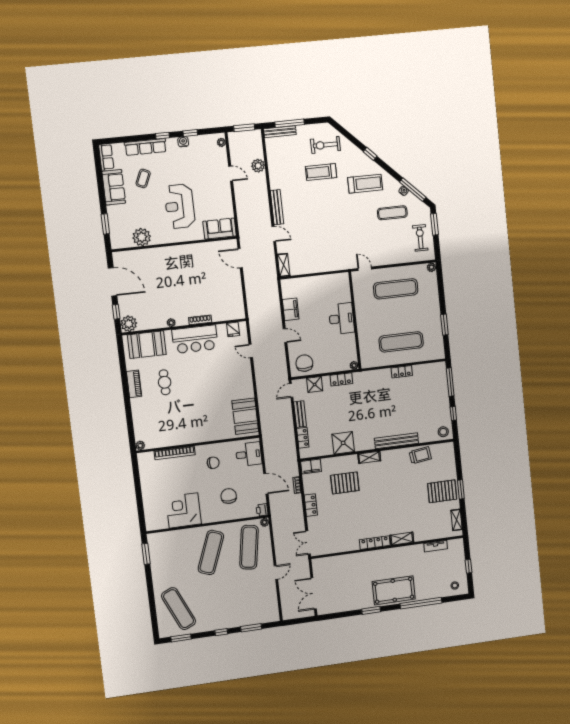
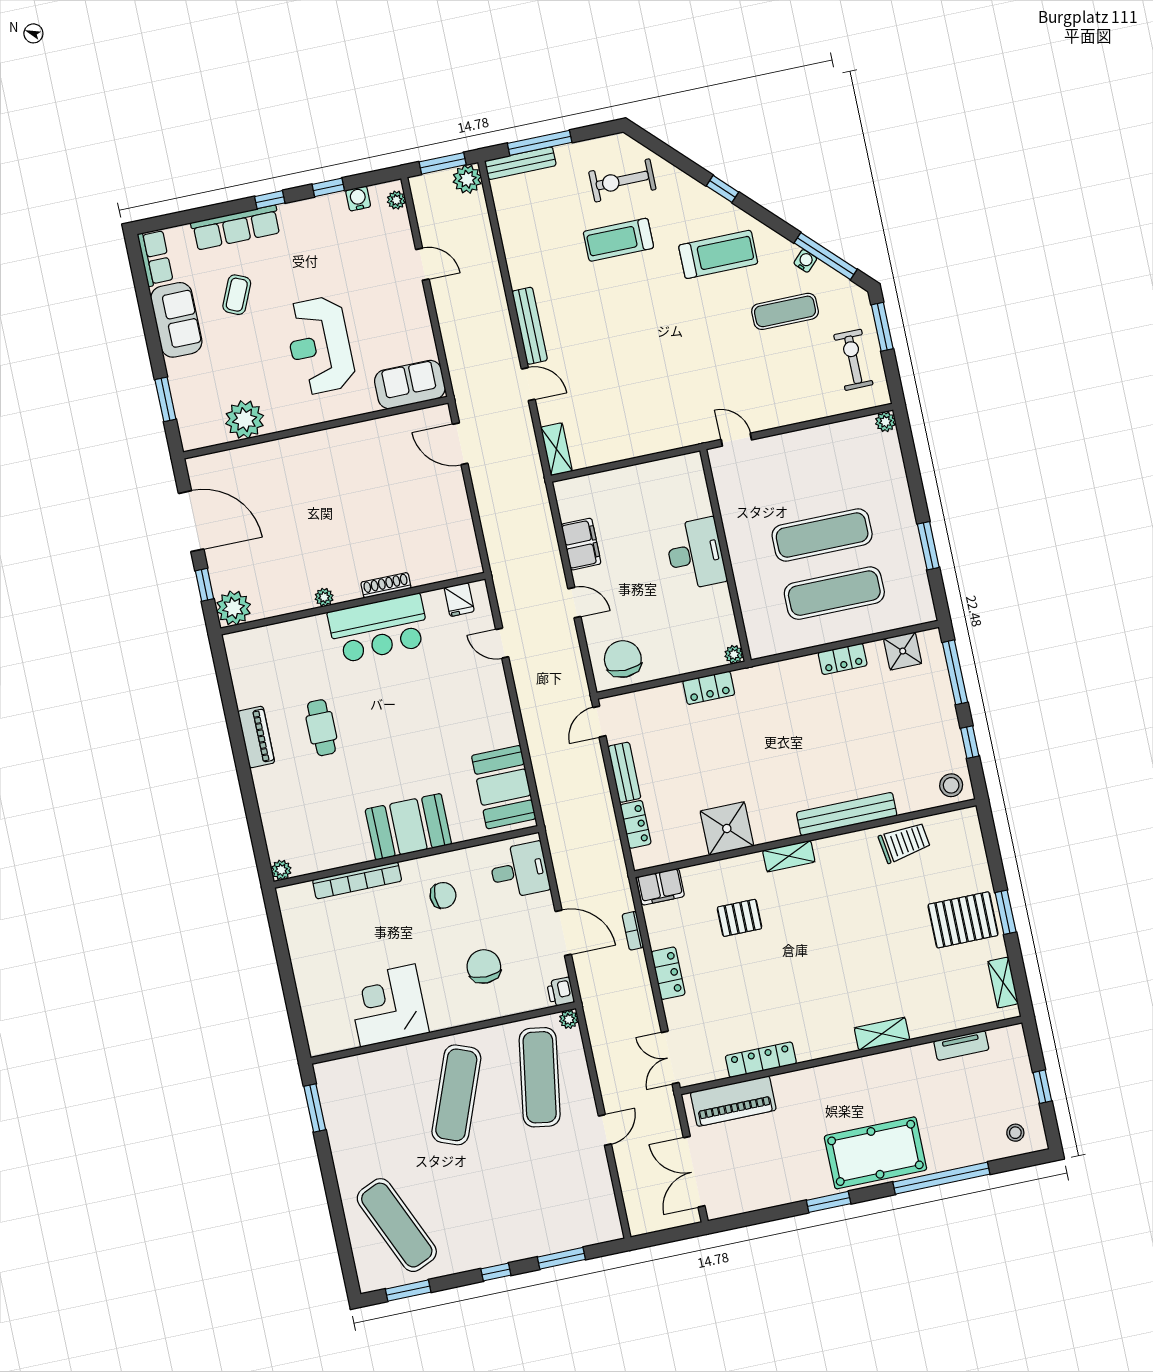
water cooler: (183, 142) -> (358, 198), moved
plant: (258, 166) -> (467, 179), moved
exercise mat: (396, 289) -> (822, 535), moved
booth: (147, 345) -> (408, 827), moved
shower: (315, 384) -> (903, 651), moved
pallet: (345, 483) -> (739, 918), width x0.67, depth x0.71
locker: (375, 543) -> (761, 1060), moved
piano: (334, 564) -> (733, 1101), added

